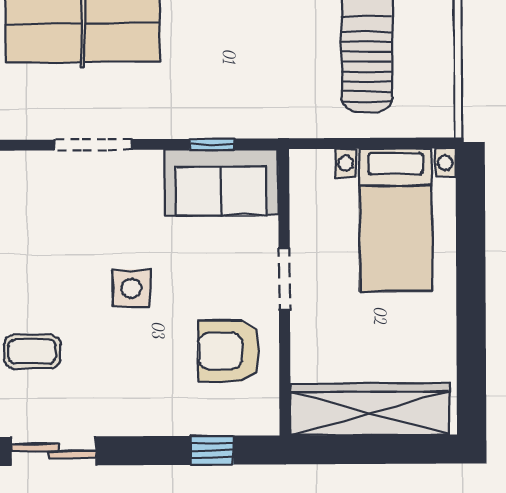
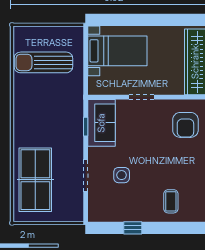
side table: (131, 288) -> (122, 175), moved
armchair: (229, 351) -> (185, 125), moved

